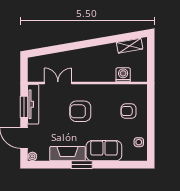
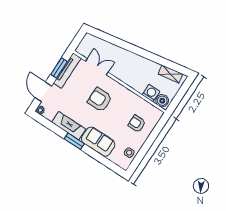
boiler: (138, 75) -> (162, 101), added

